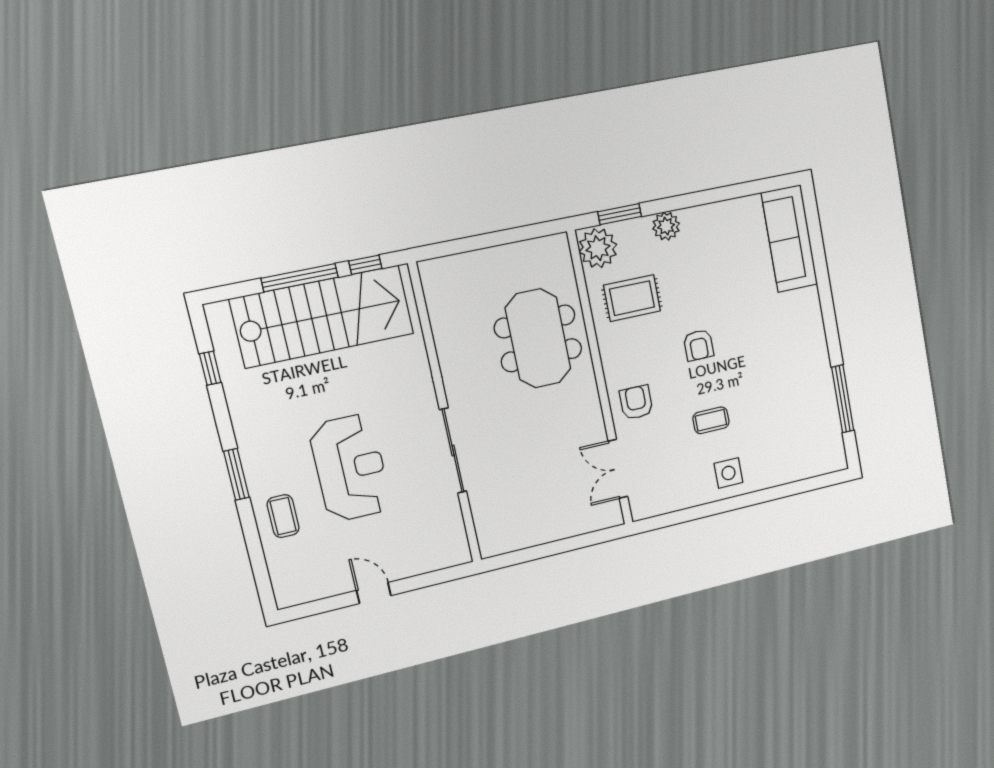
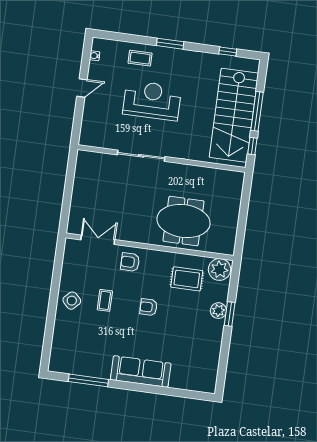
window: (620, 214) -> (230, 314), moved
sofa: (789, 239) -> (141, 371), moved
rug: (632, 298) -> (187, 279), turned 90
armchair: (636, 402) -> (130, 262), turned 180
reception desk: (350, 468) -> (152, 100), turned 180
side table: (728, 473) -> (72, 301), turned 45
water cooler: (309, 594) -> (95, 56), added

